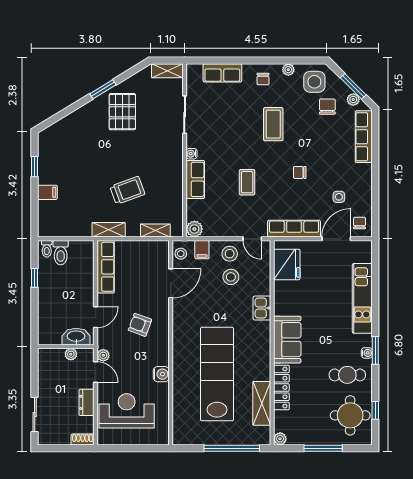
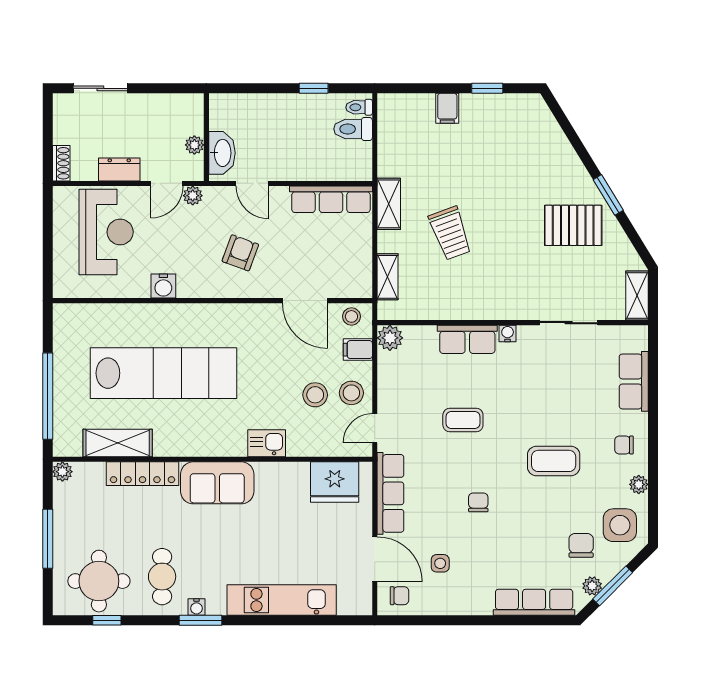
chair: (327, 107) -> (581, 545), turned -90

